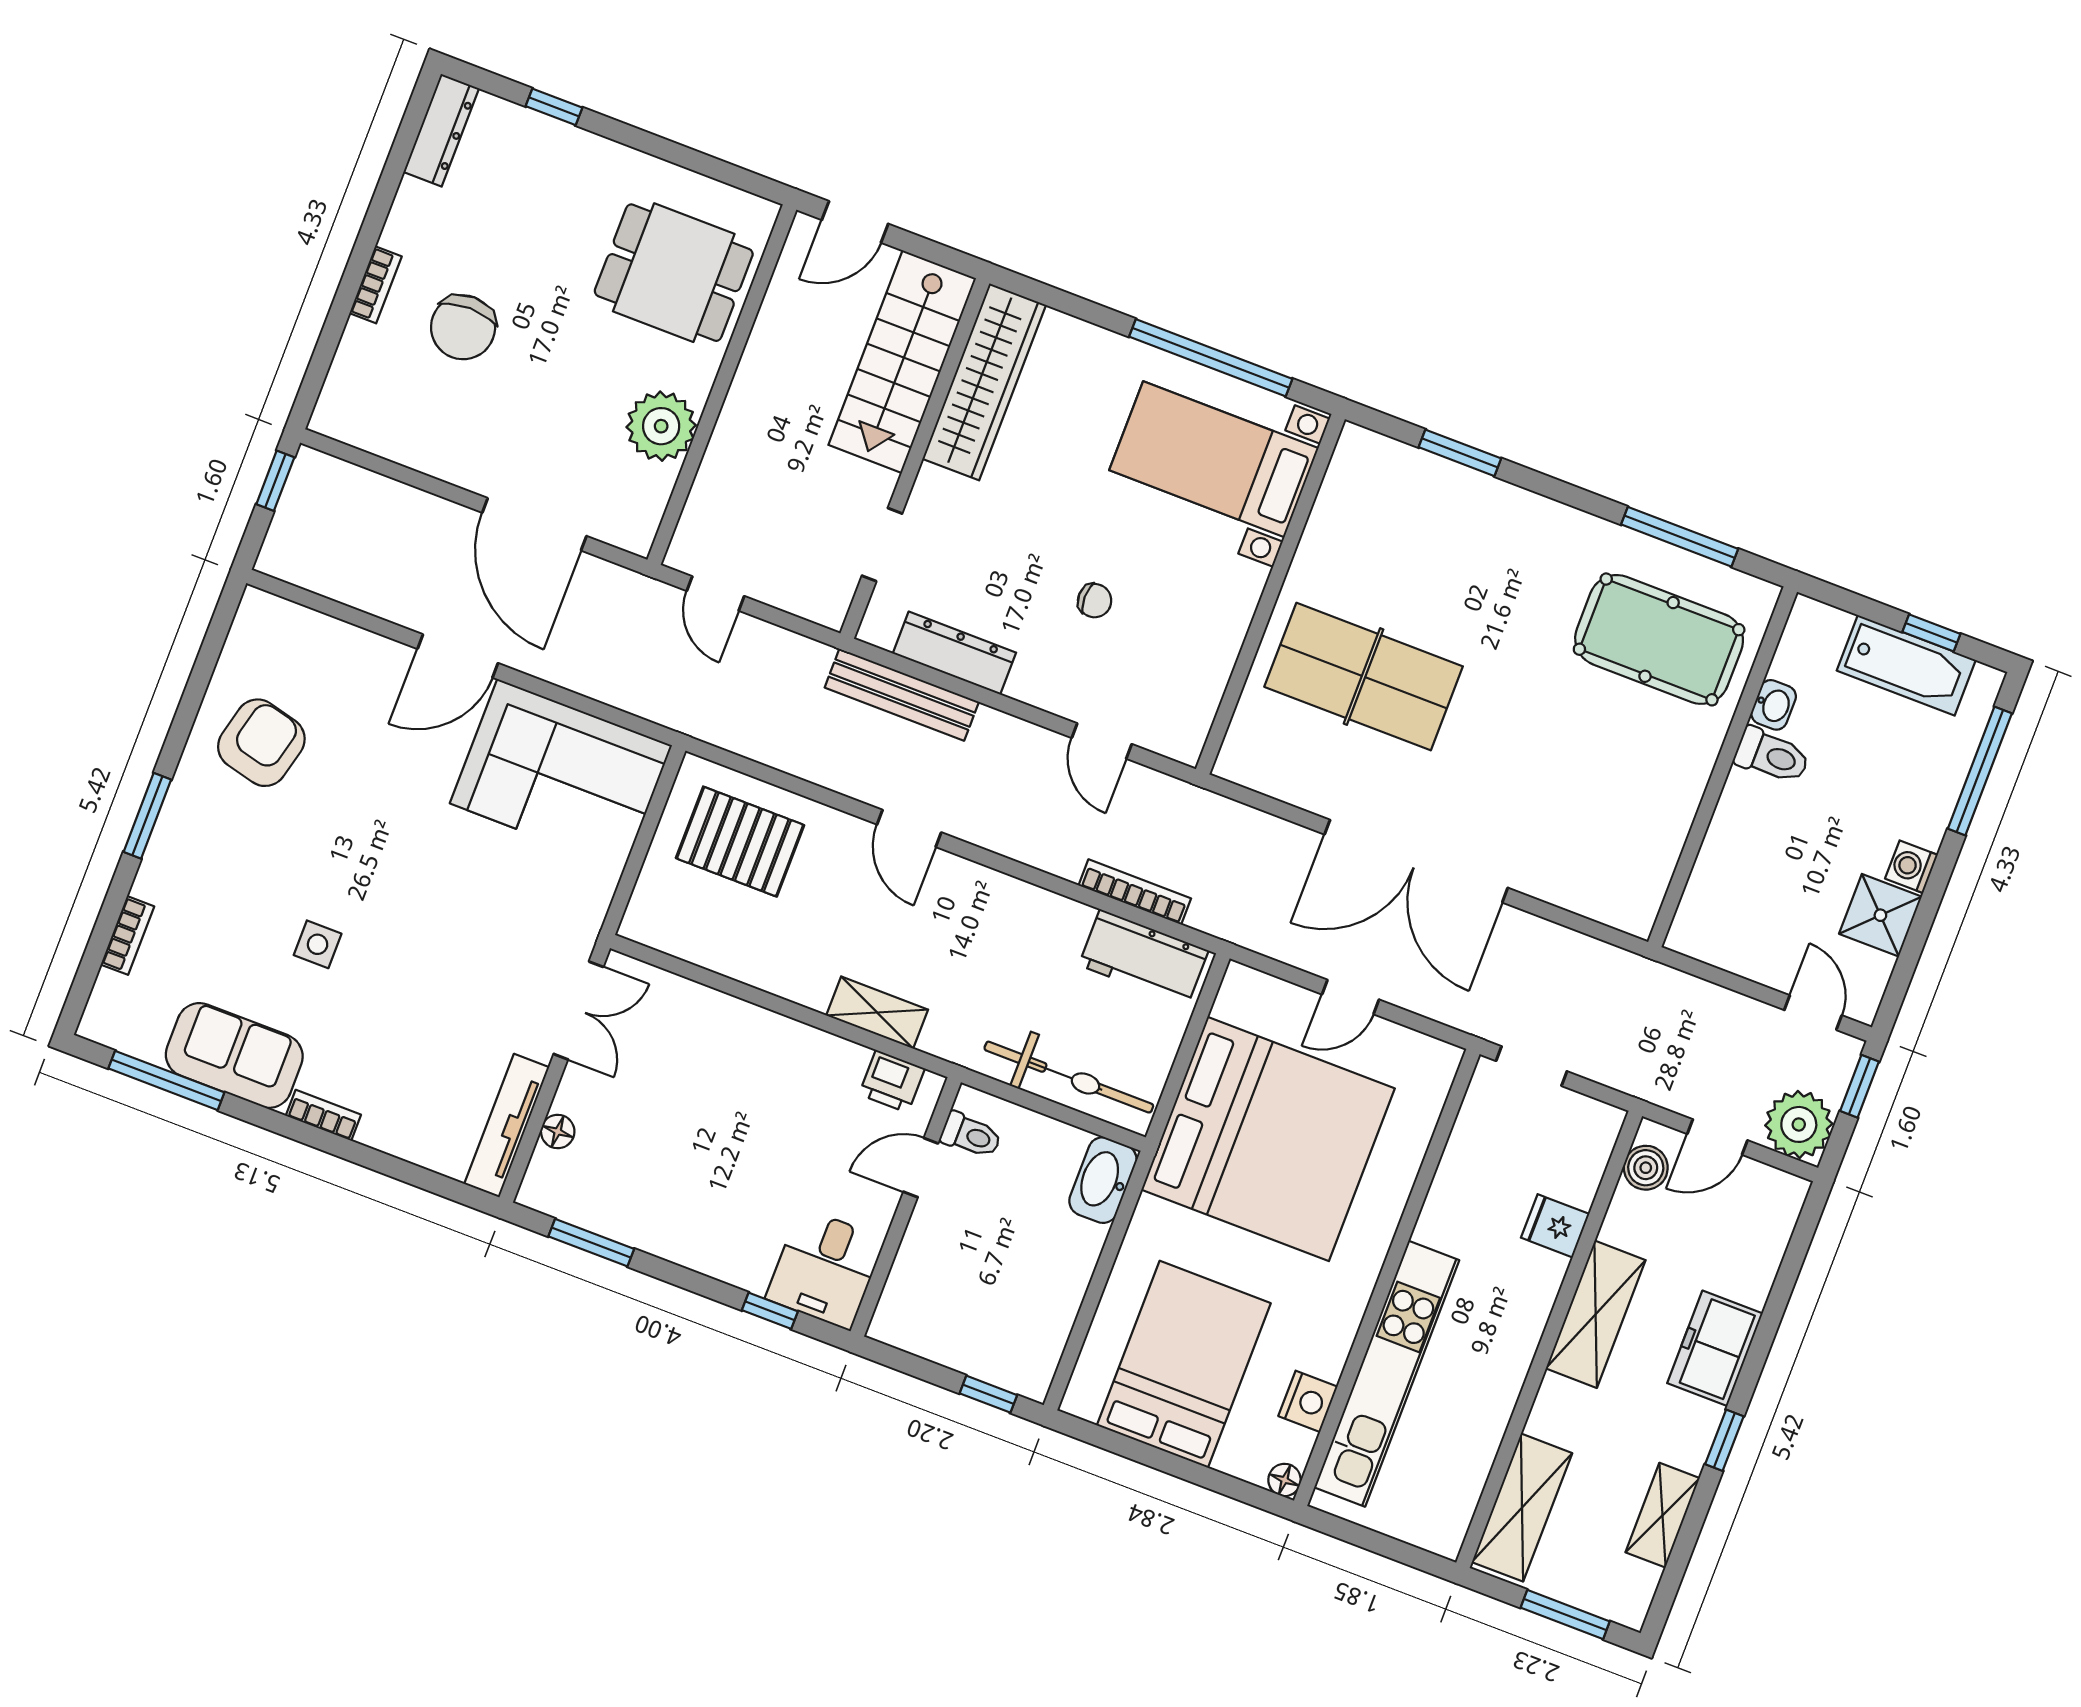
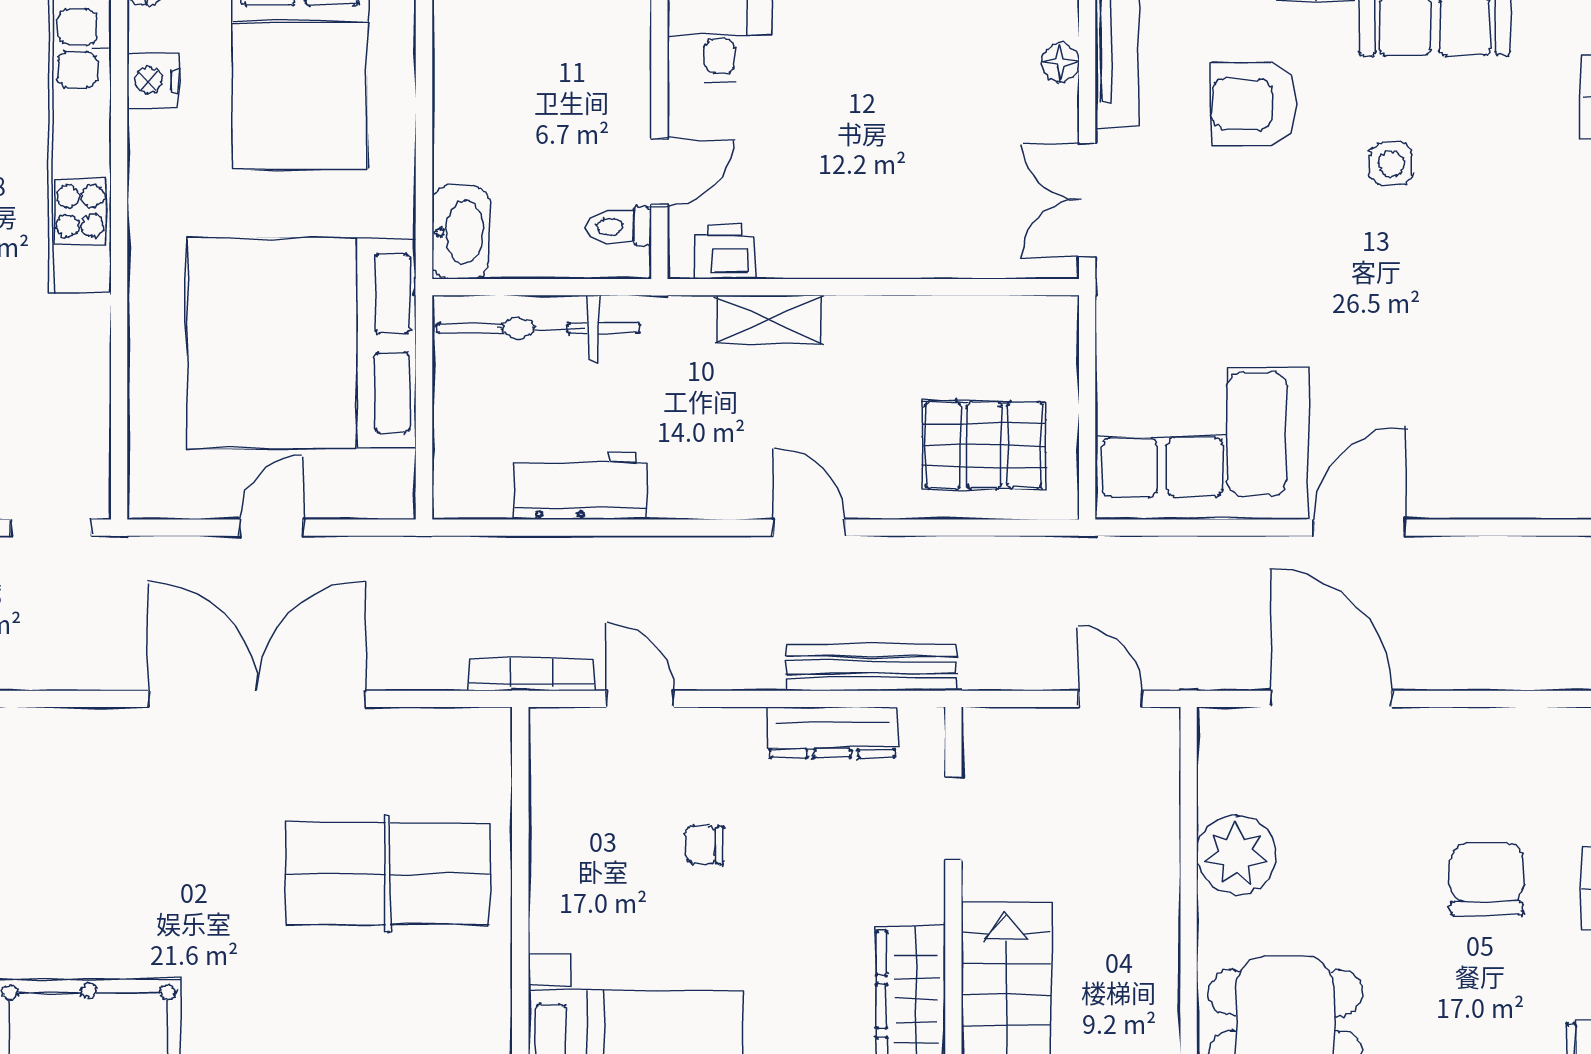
armchair: (261, 743) -> (1254, 104), moved, turned 76
bookcase: (1135, 892) -> (532, 675), moved, turned 180
workbench: (1144, 958) -> (580, 485), moved

